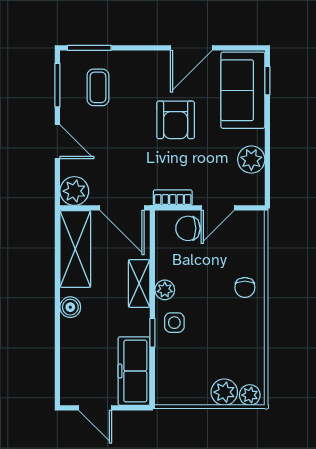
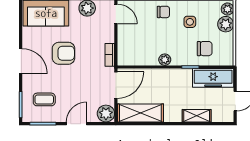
door: (191, 48) -> (21, 61), moved
door: (218, 208) -> (116, 14), moved
chair: (188, 228) -> (205, 49), moved, turned -90
shelving: (139, 283) -> (197, 116), moved
boiler: (70, 307) -> (175, 116), removed
side table: (174, 323) -> (190, 22), moved

